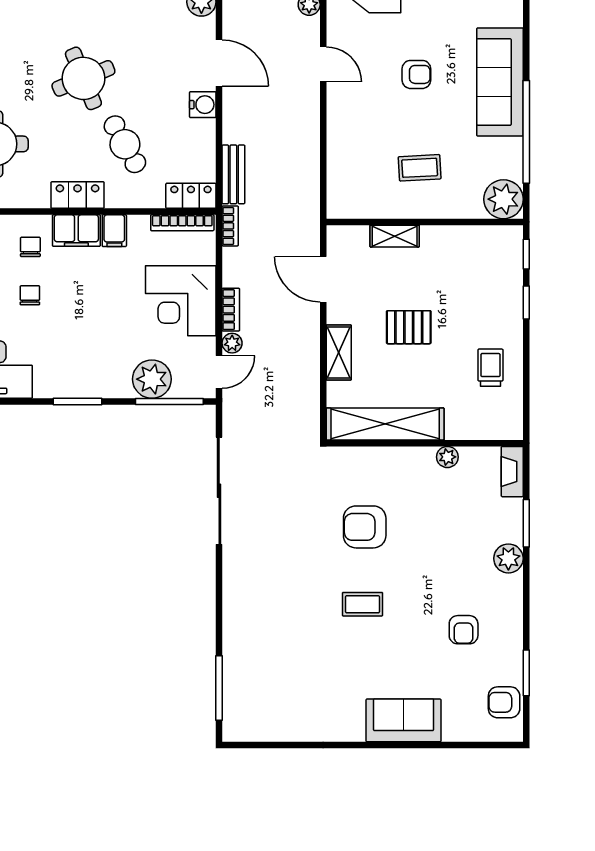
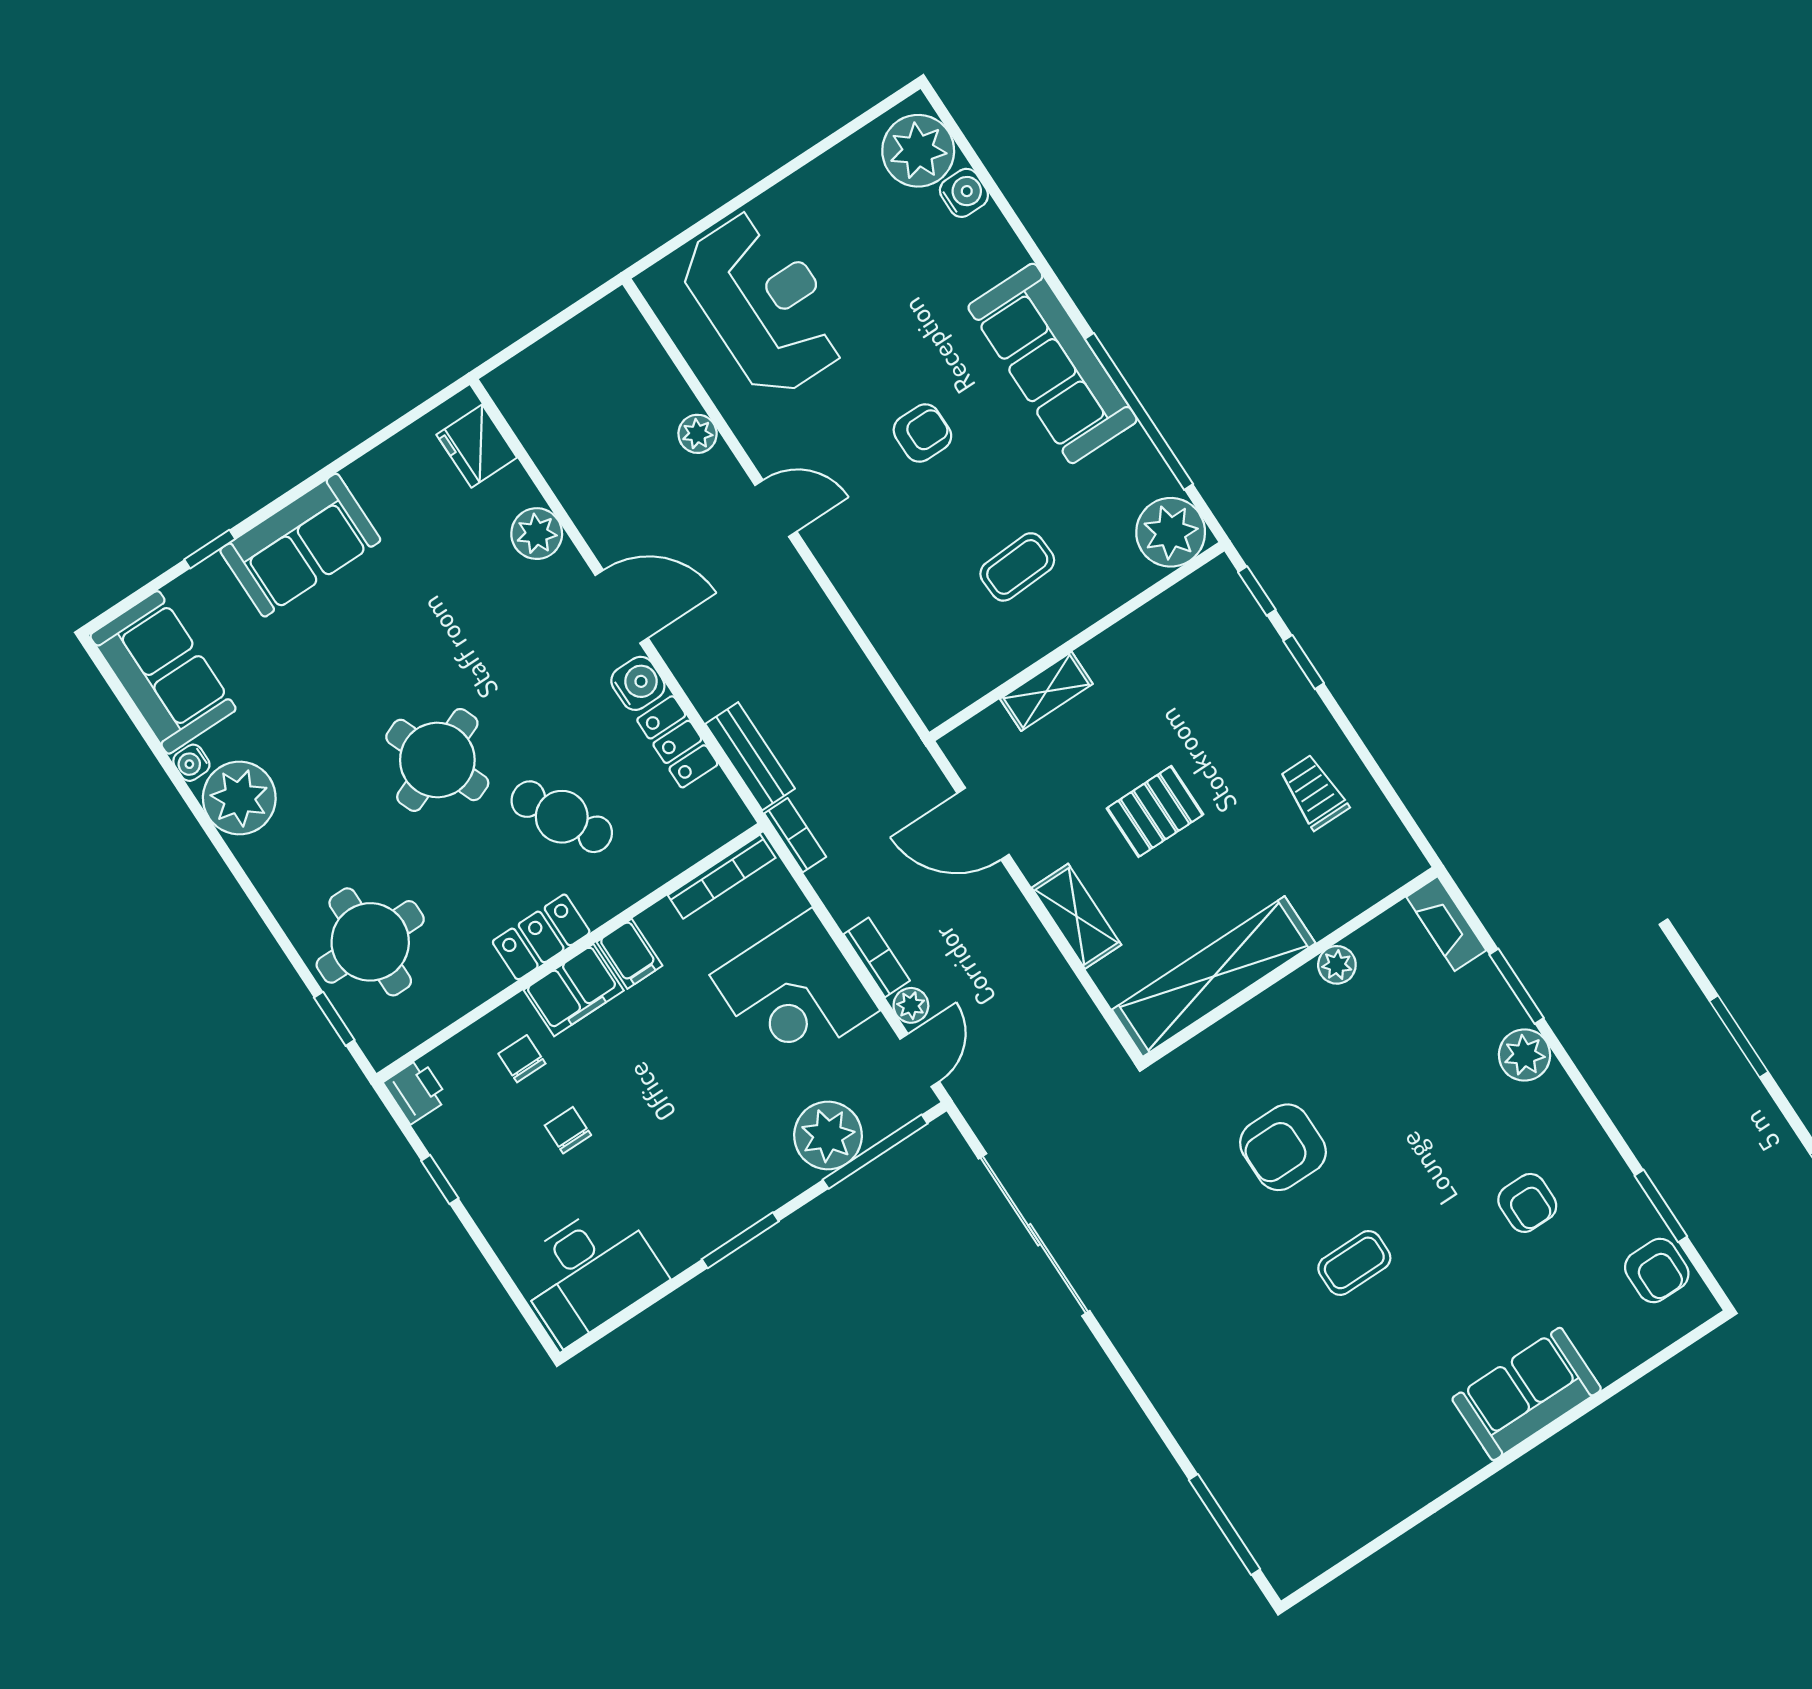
locker: (191, 196) -> (677, 742), moved, turned -90
armchair: (504, 702) -> (1657, 1270), turned -90

